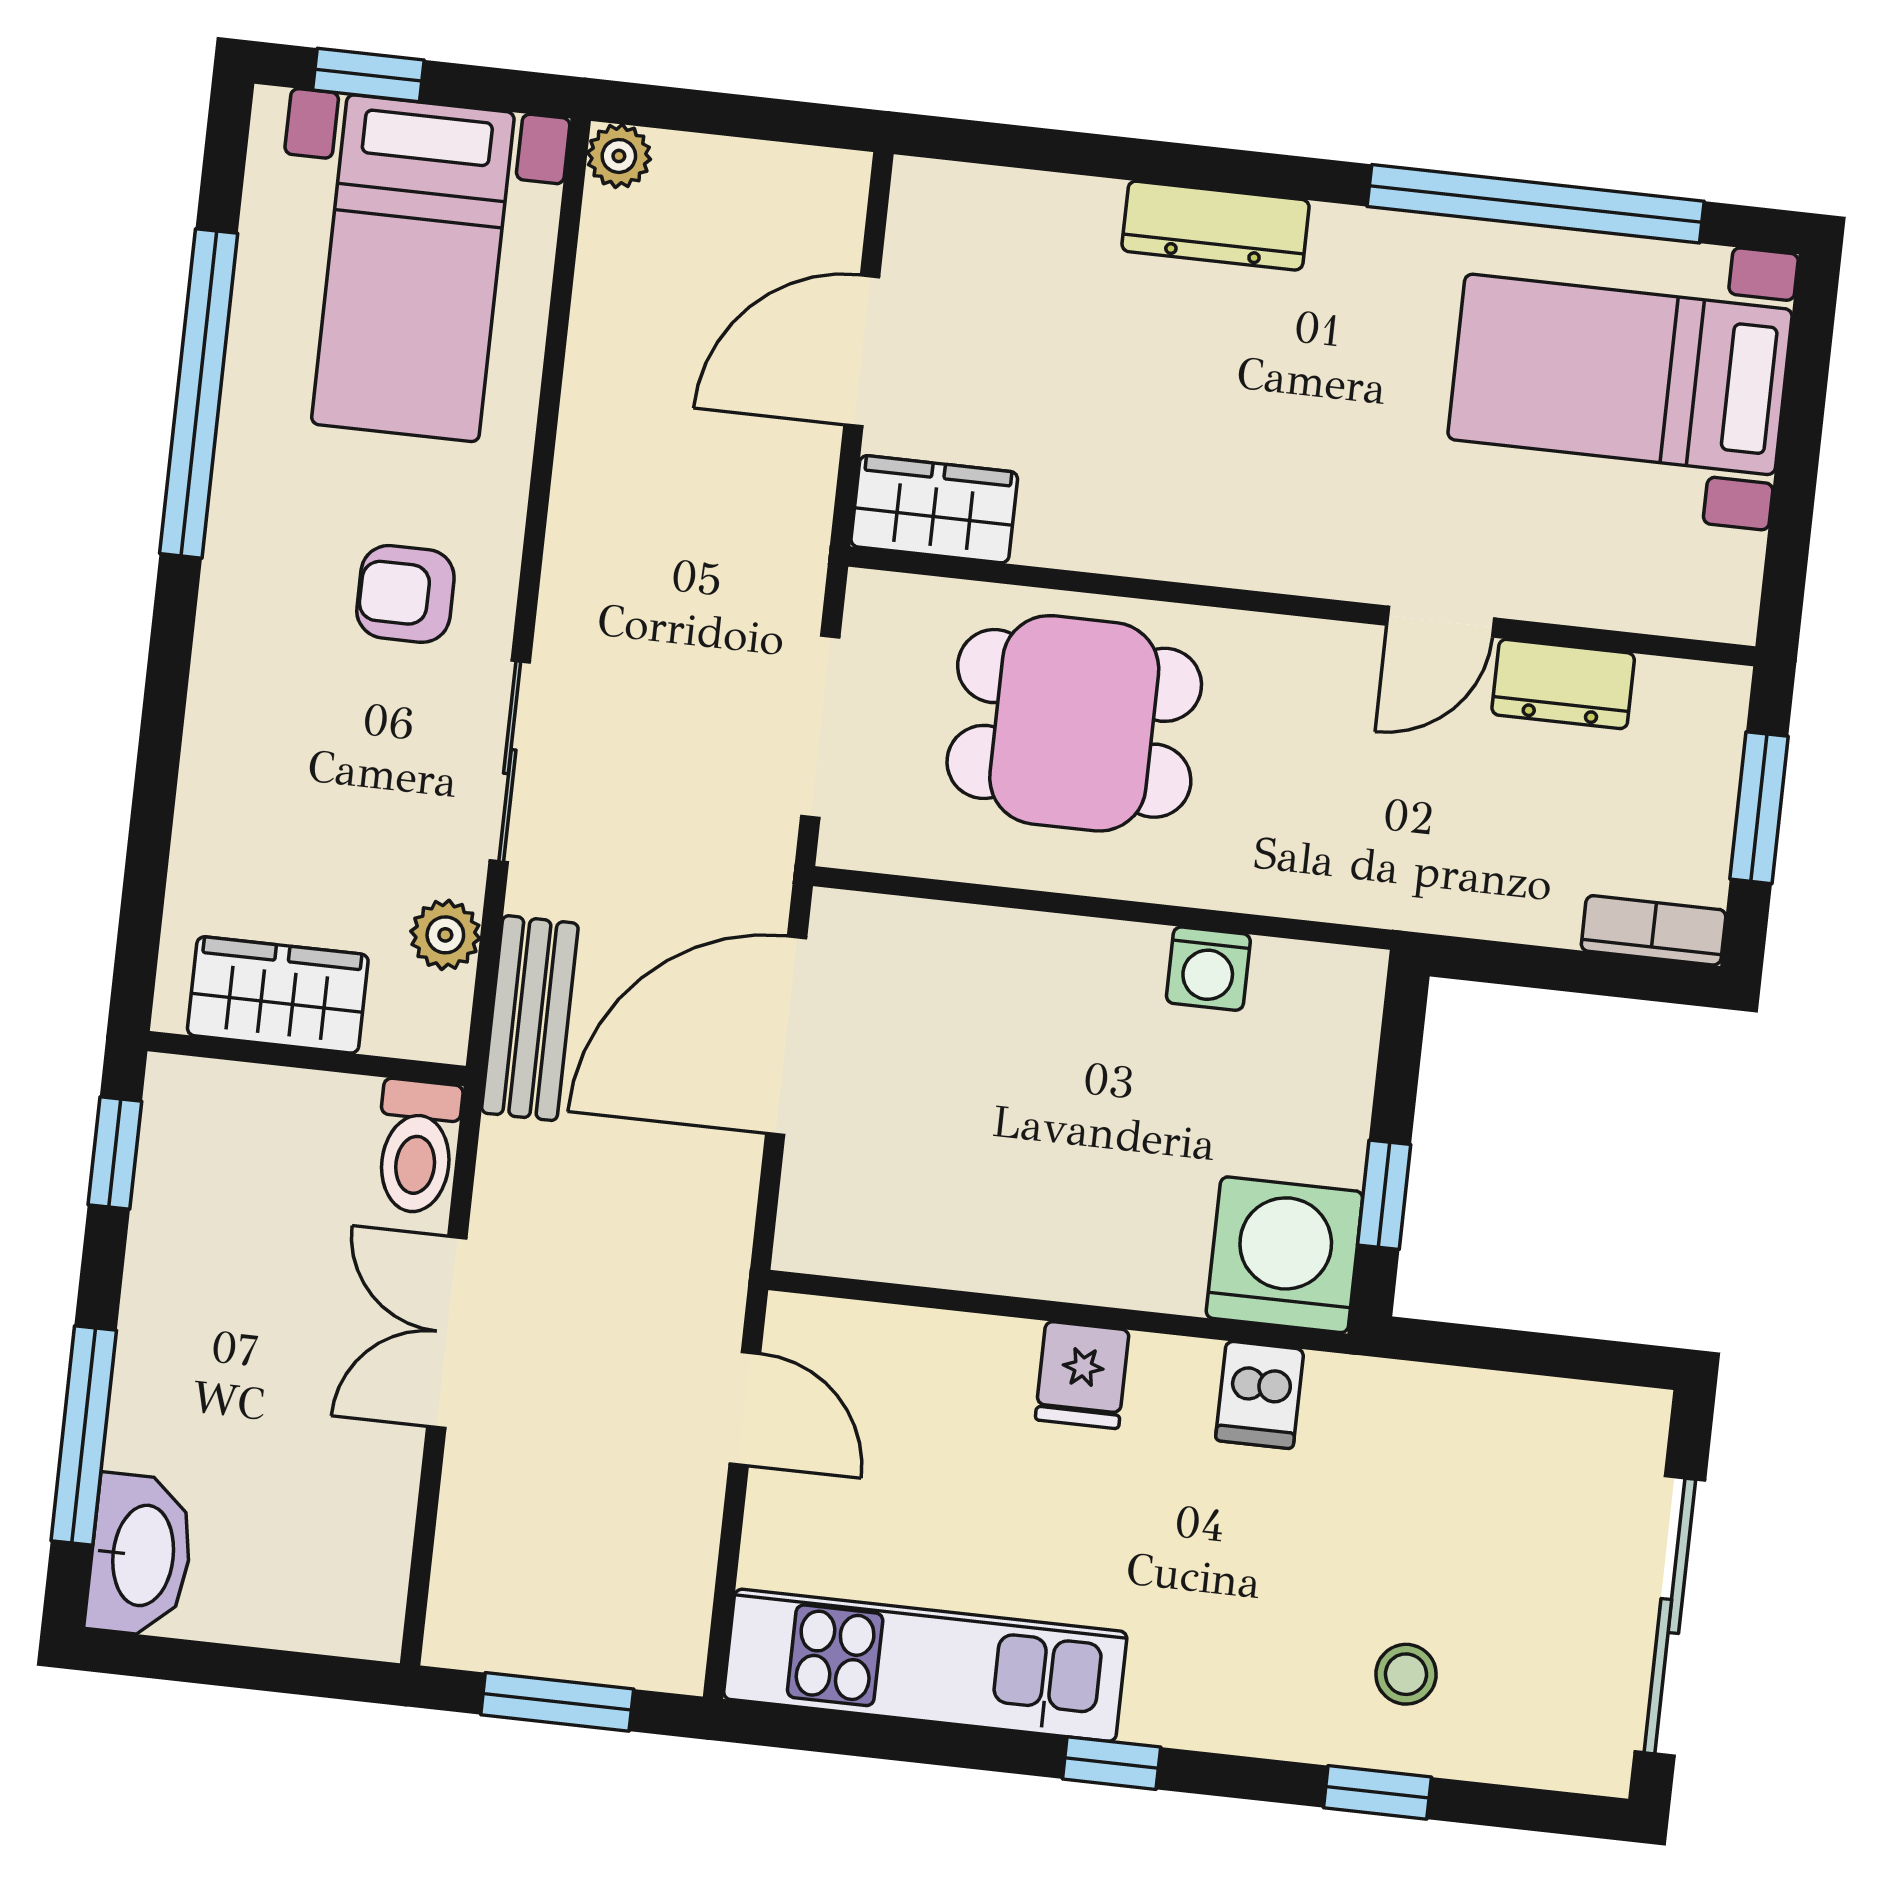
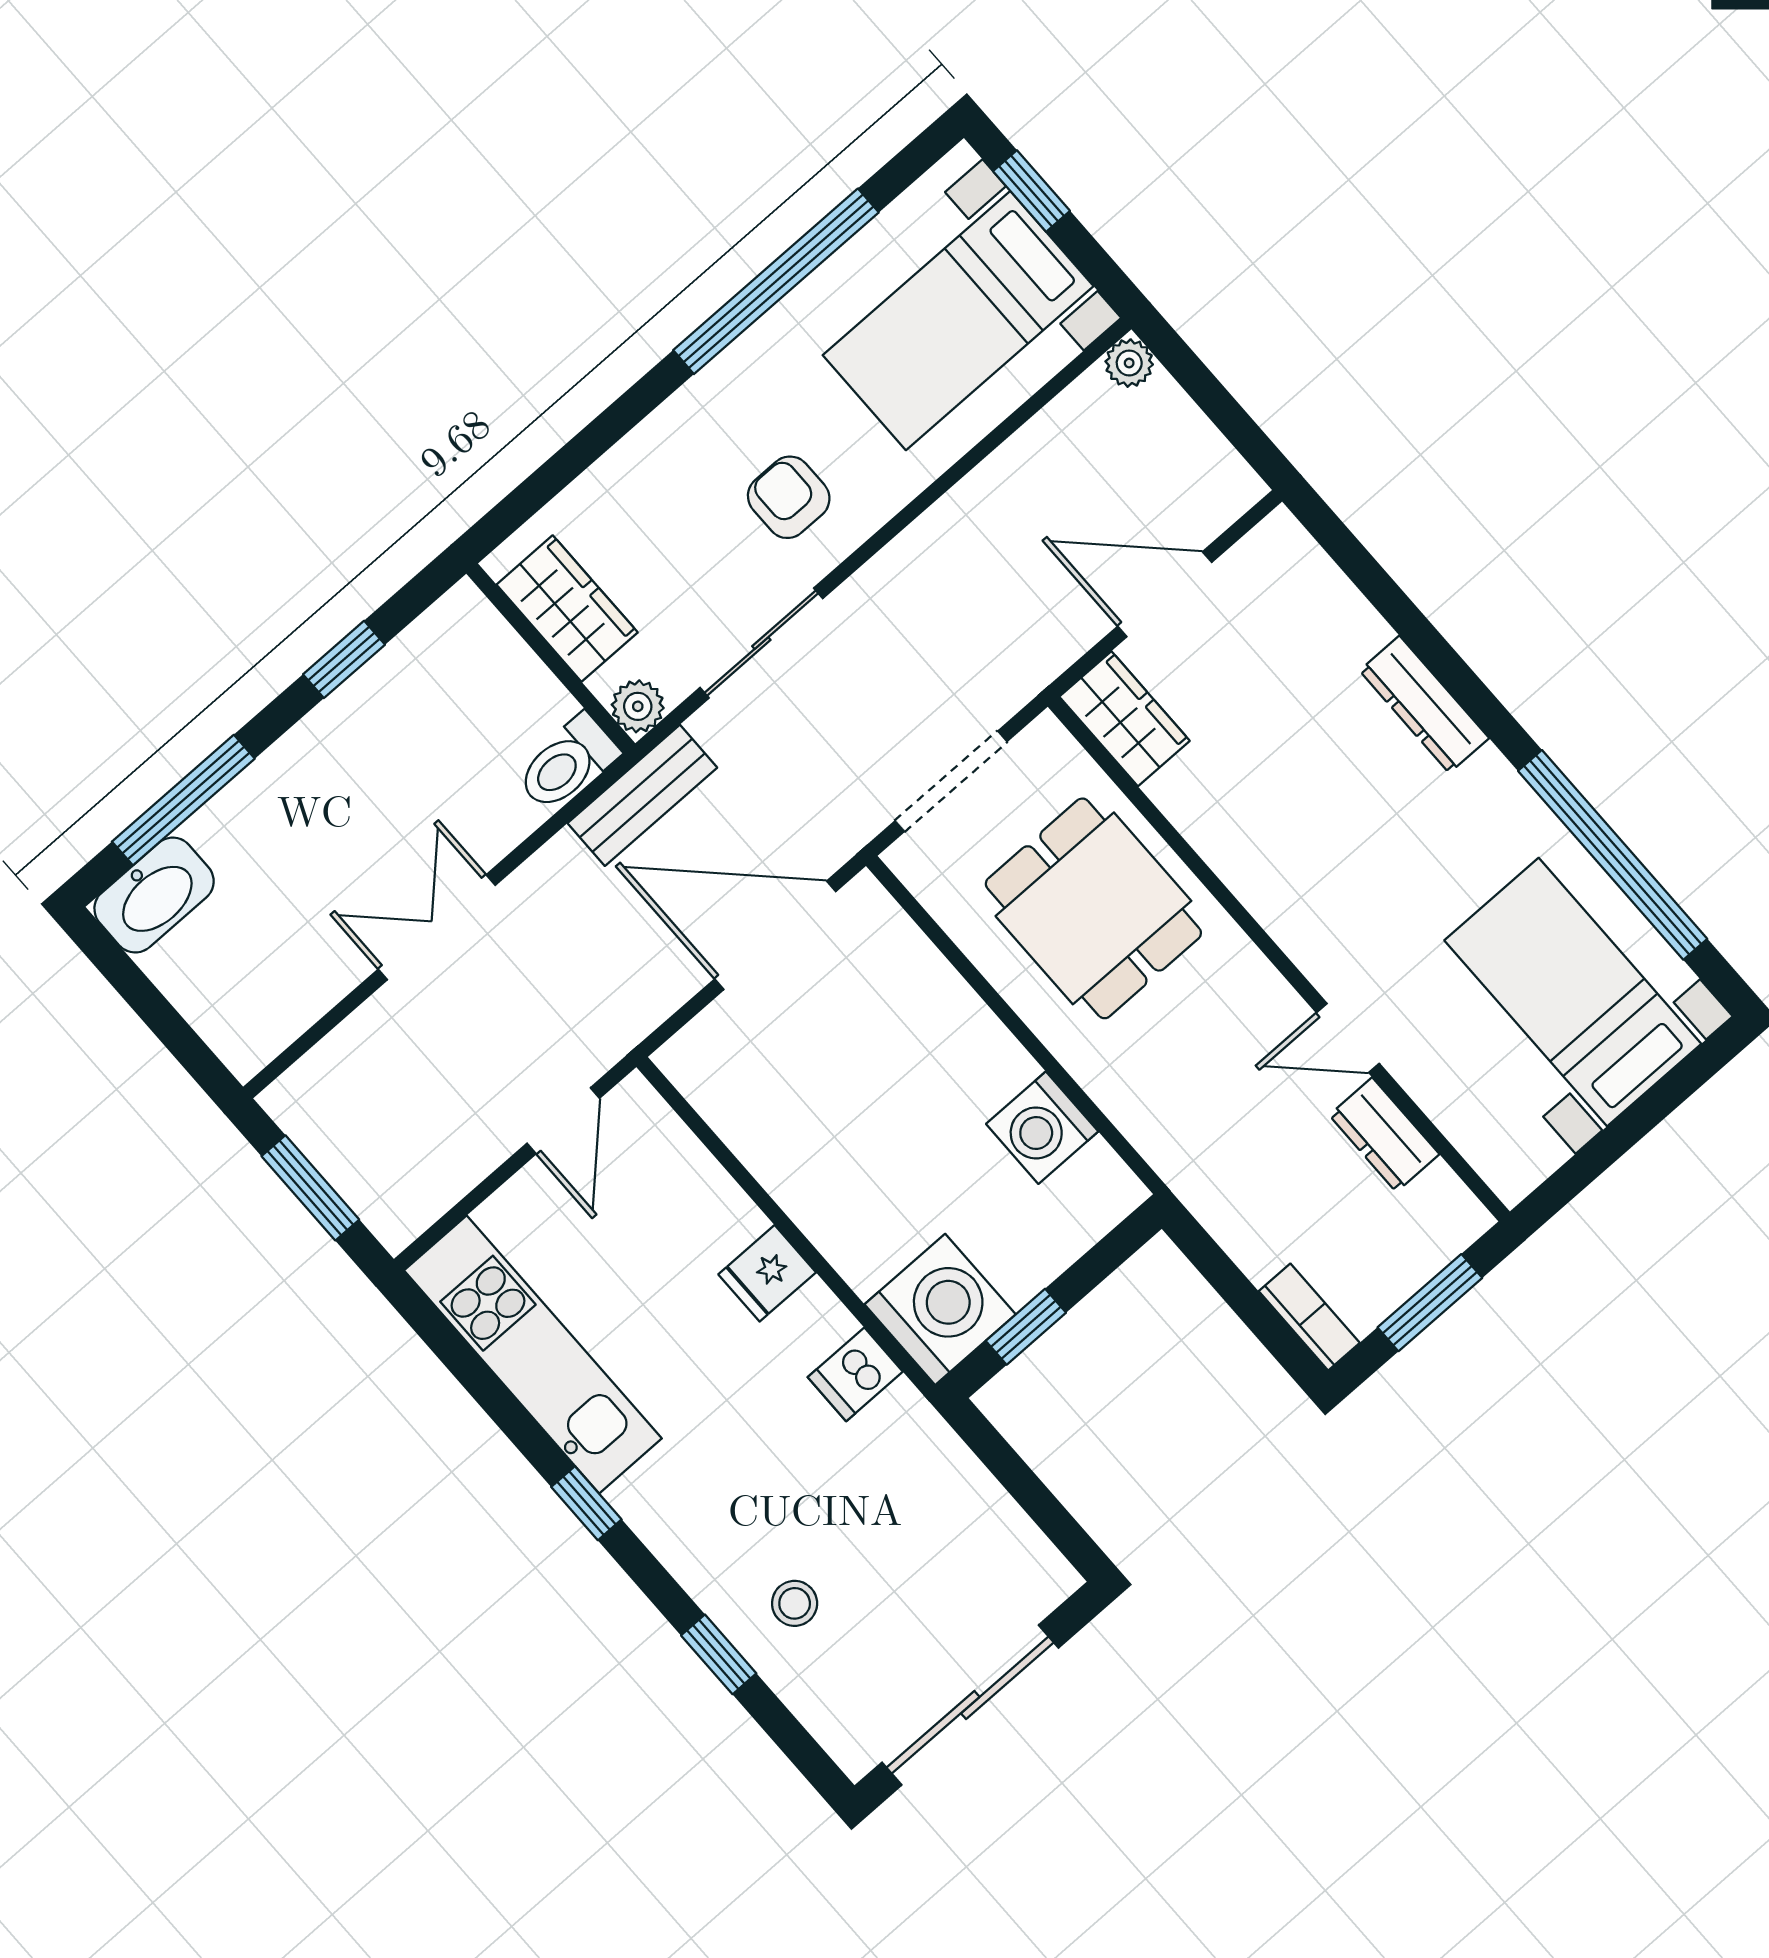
washing machine: (1208, 969) -> (1042, 1128), width x1.38, depth x1.38
wardrobe: (278, 995) -> (567, 609), moved
wall: (307, 1059) -> (551, 658), moved
toilet: (417, 1147) -> (567, 763), moved

